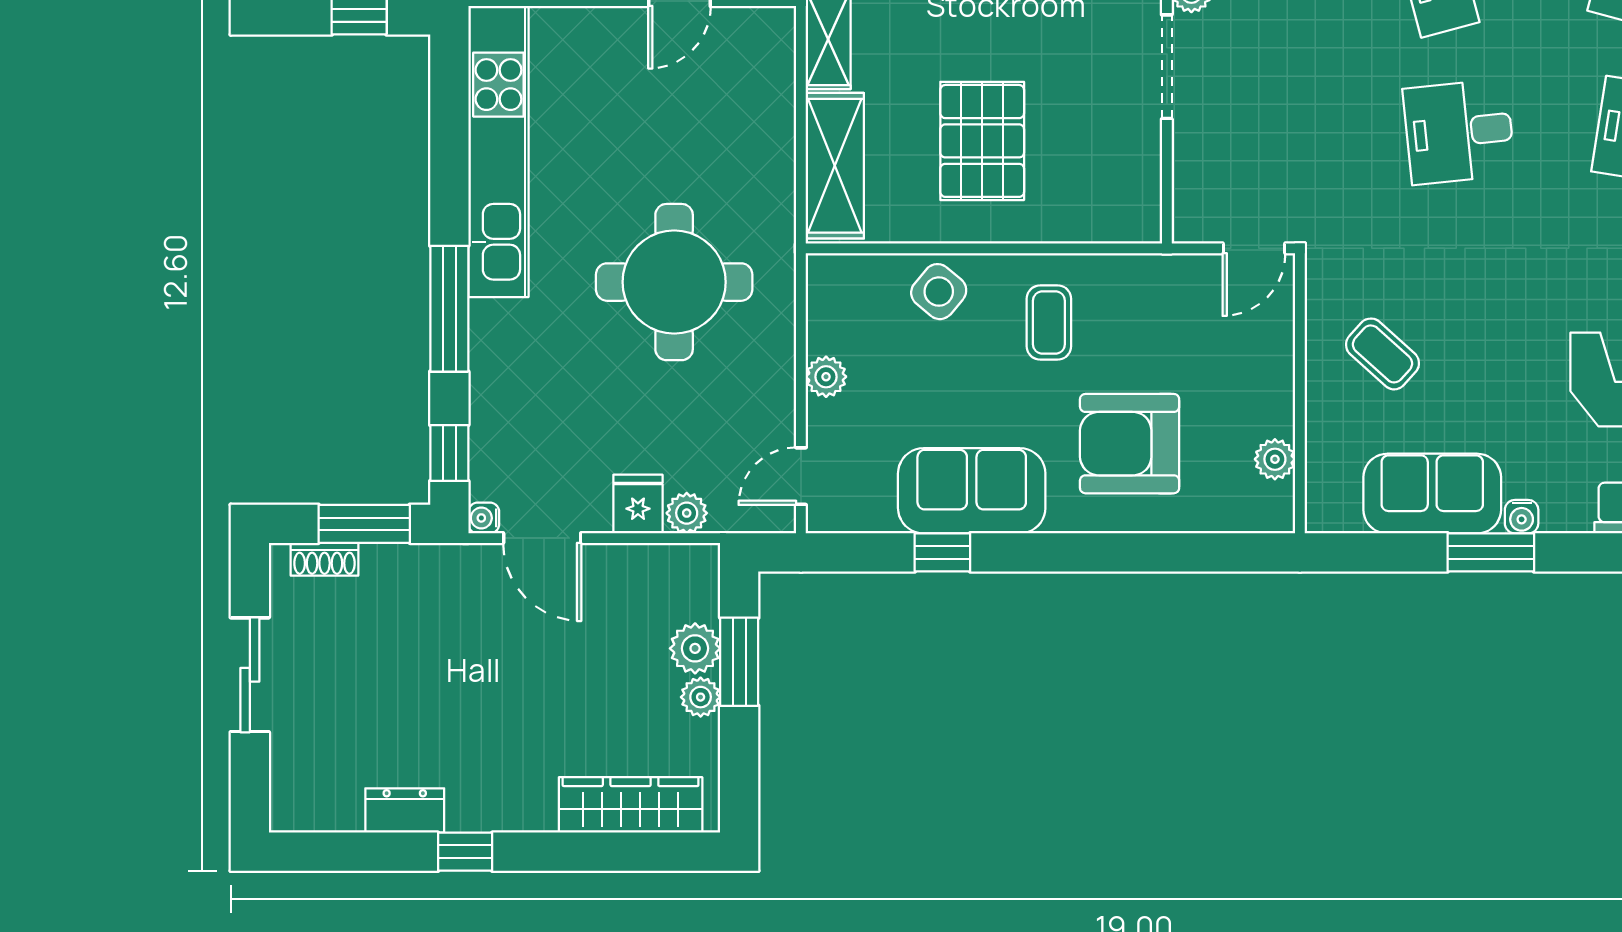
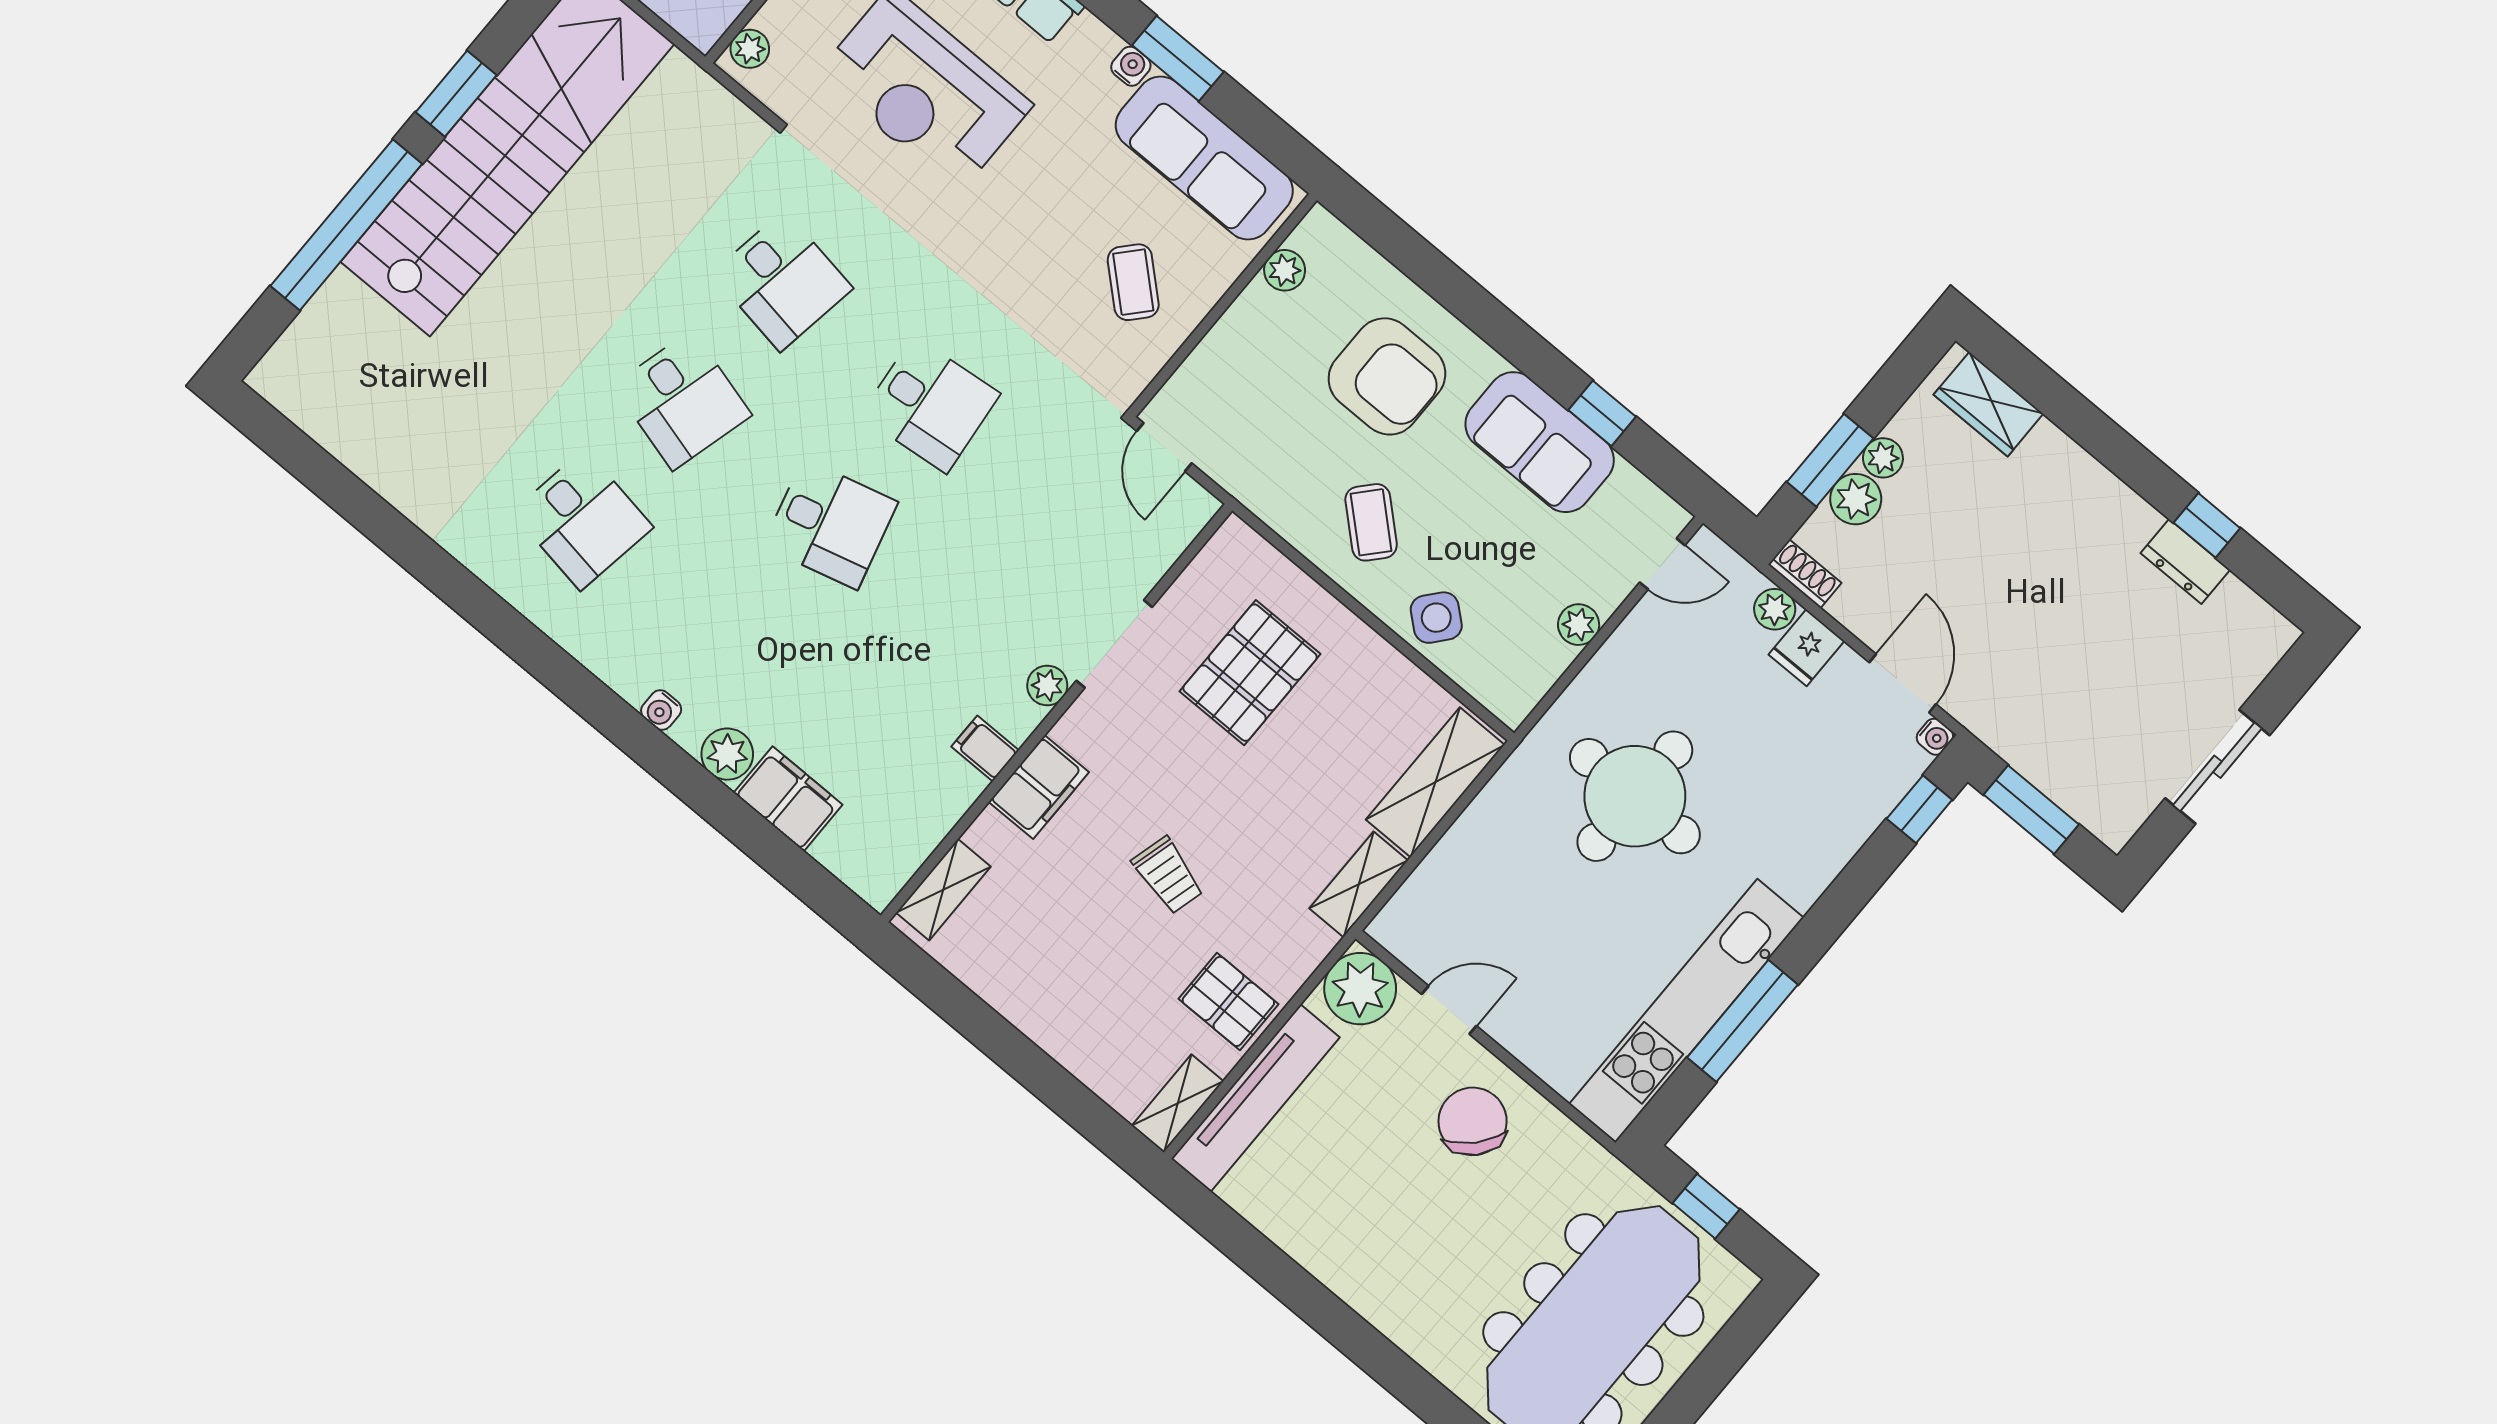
pallet: (982, 141) -> (1250, 673), moved
door: (1254, 248) -> (1164, 447), swing flipped
window: (449, 309) -> (1742, 1021), moved
coffee table: (1049, 323) -> (1371, 522), turned -48
sofa: (1432, 494) -> (1204, 158), width x1.36
shoe rack: (325, 559) -> (1805, 574), moved
wardrobe: (631, 805) -> (1988, 404), width x0.67
window: (465, 852) -> (2207, 525), moved

